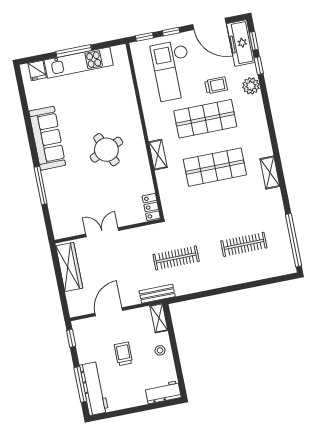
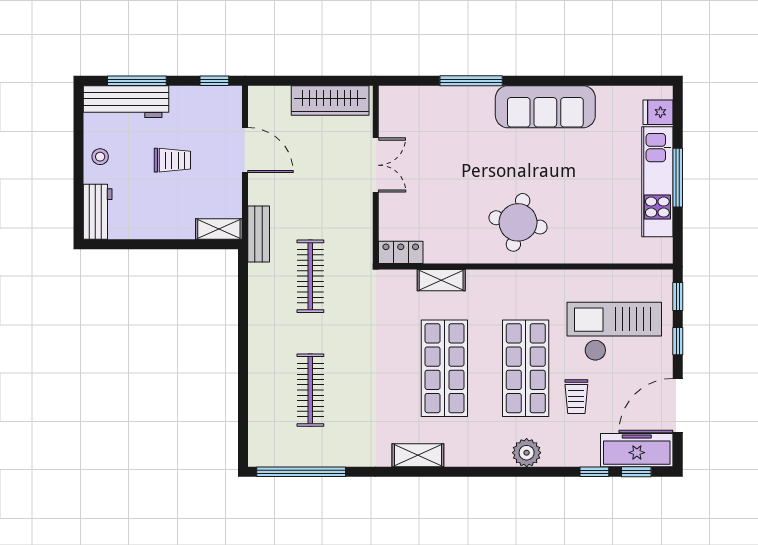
plant: (251, 86) -> (527, 453), moved
round table: (106, 150) -> (518, 222), moved, turned 35
shelving: (158, 155) -> (441, 280), moved
stool: (160, 350) -> (100, 157), moved

